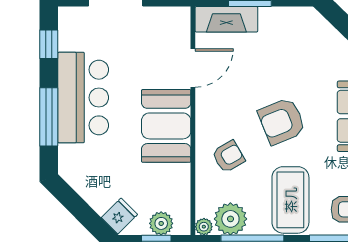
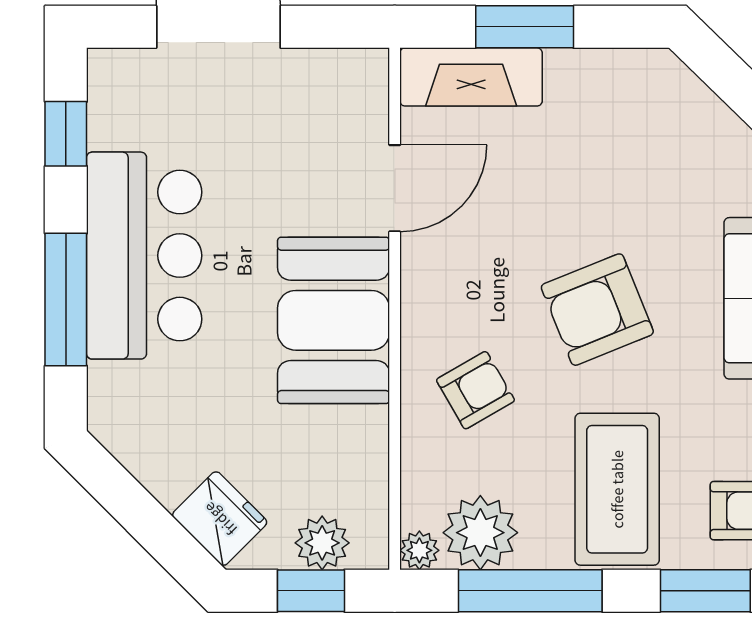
fridge: (119, 216) -> (220, 519), width x1.38

